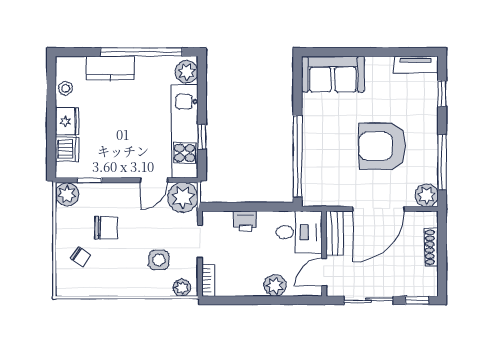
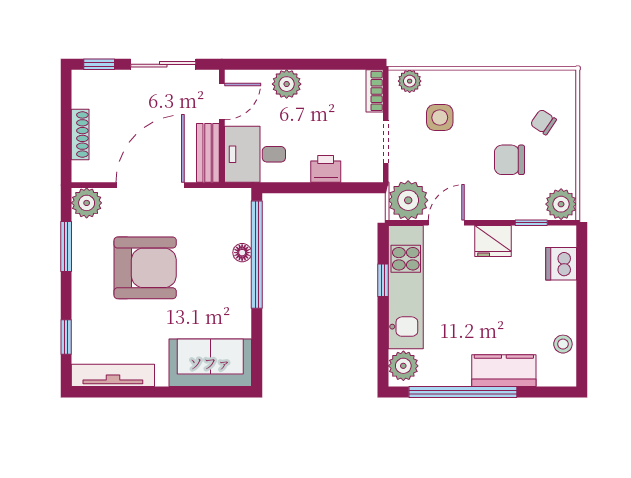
tv unit: (416, 65) -> (113, 375), width x1.41
fridge: (67, 121) -> (493, 241), moved, turned -90
floor lamp: (309, 158) -> (242, 253), added
window: (442, 162) -> (66, 247), width x0.69

